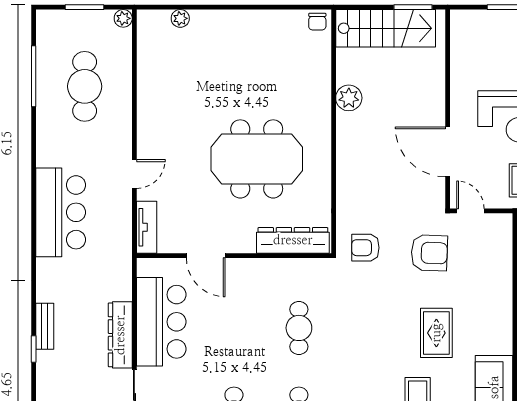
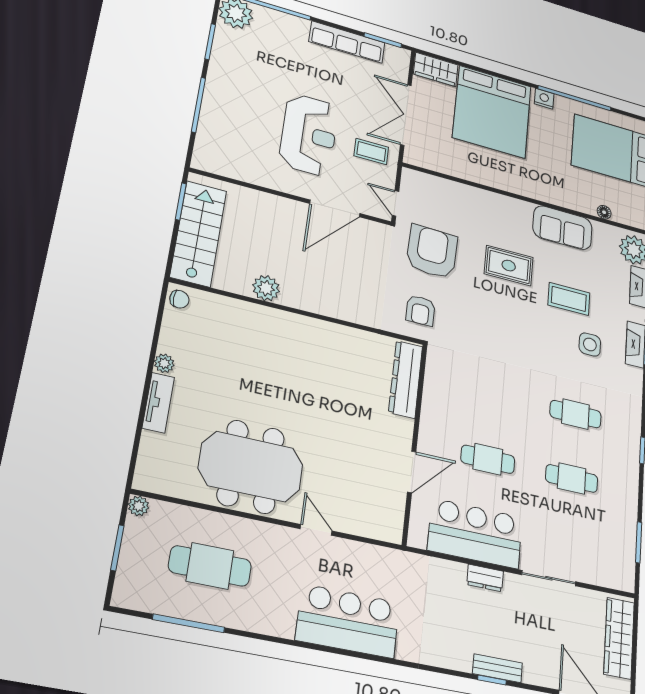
plant: (180, 18) -> (164, 363), moved
meeting table: (257, 159) -> (251, 467), moved, turned 90
door: (470, 211) -> (395, 203), hinge flipped
tv unit: (147, 227) -> (158, 403), moved, turned 90
armchair: (429, 253) -> (432, 252), width x1.36, depth x1.36
bench: (45, 326) -> (497, 668), moved
cafe table: (299, 328) -> (488, 459), moved
dresser: (120, 335) -> (485, 578), width x0.51, depth x0.80

